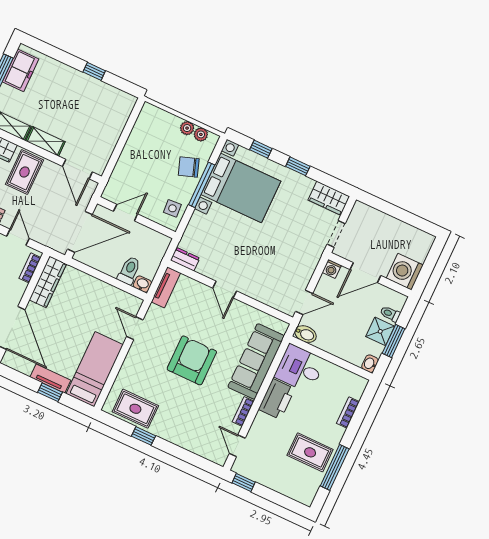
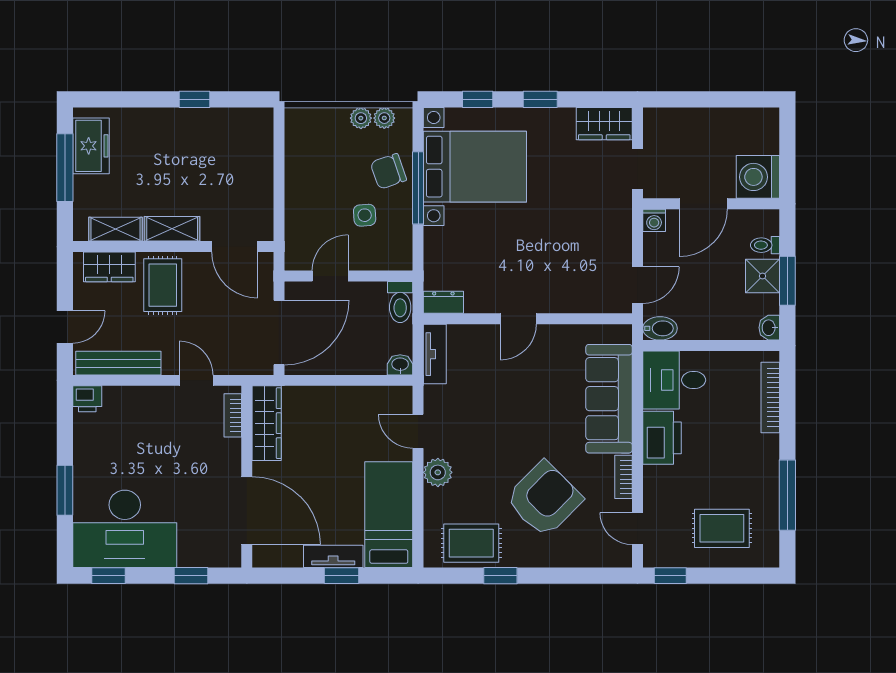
side table: (172, 208) -> (365, 215), moved
toilet: (129, 270) -> (400, 302), moved, turned 180
door: (225, 290) -> (518, 319), hinge flipped
plant: (135, 358) -> (438, 472), added
armchair: (192, 360) -> (544, 499), moved, turned 45
bookcase: (348, 412) -> (770, 397), width x1.56
rug: (310, 452) -> (722, 528), moved

